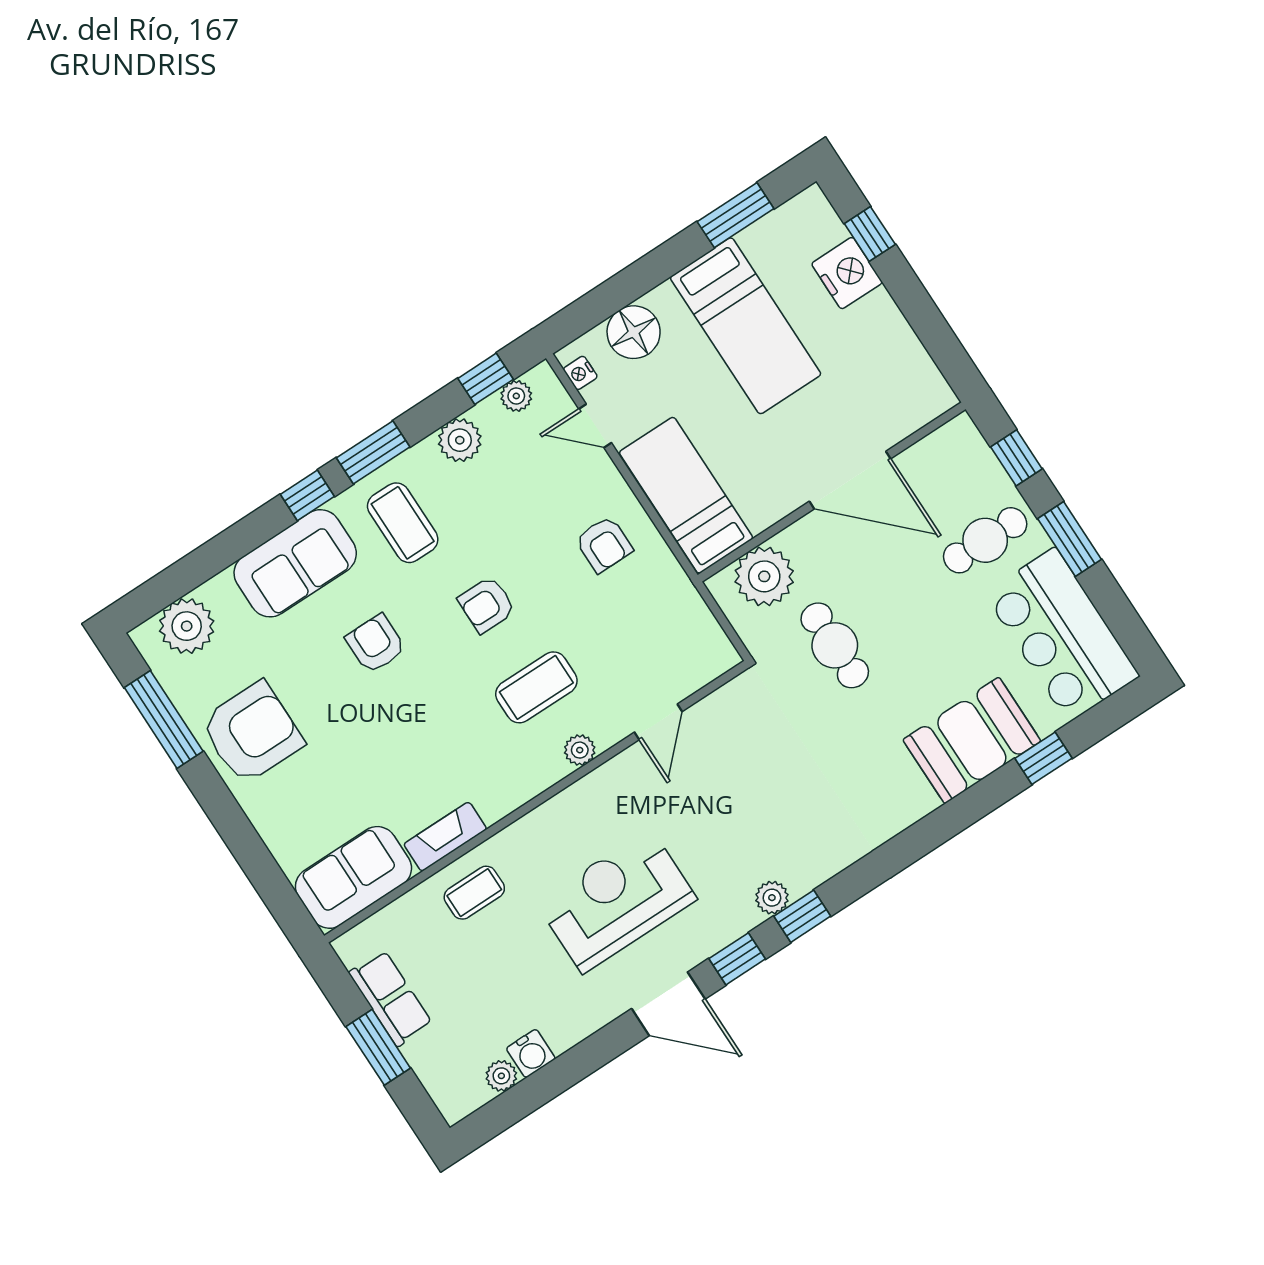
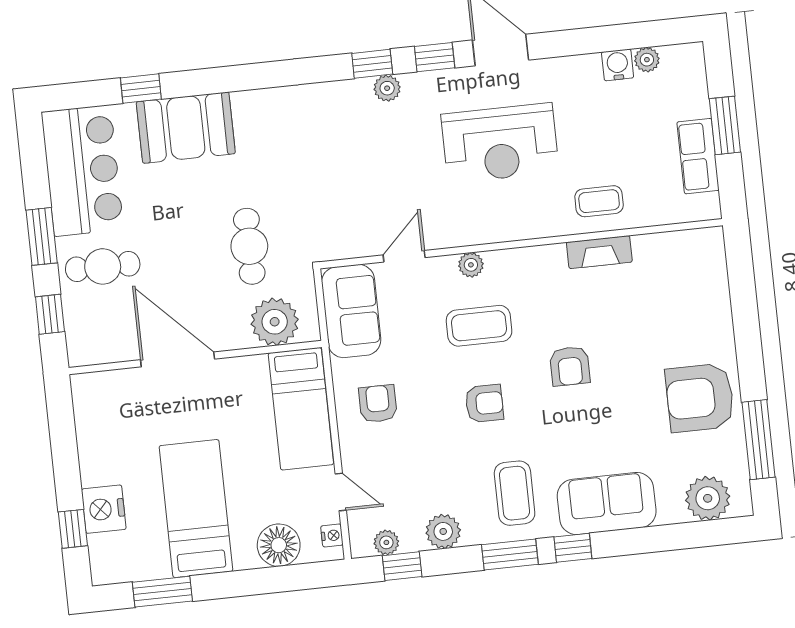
armchair: (376, 644) -> (570, 366), moved
sofa: (353, 877) -> (351, 311), moved, turned -90

